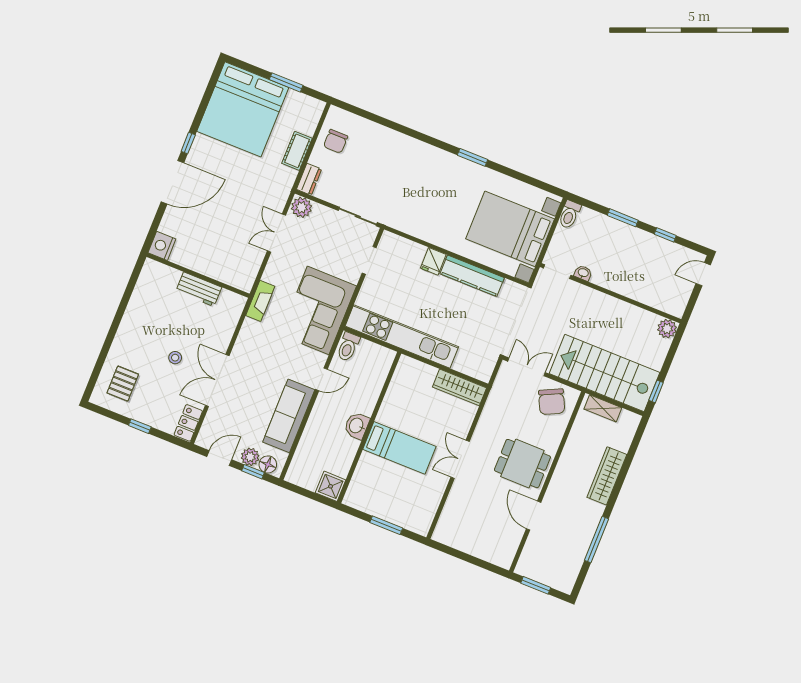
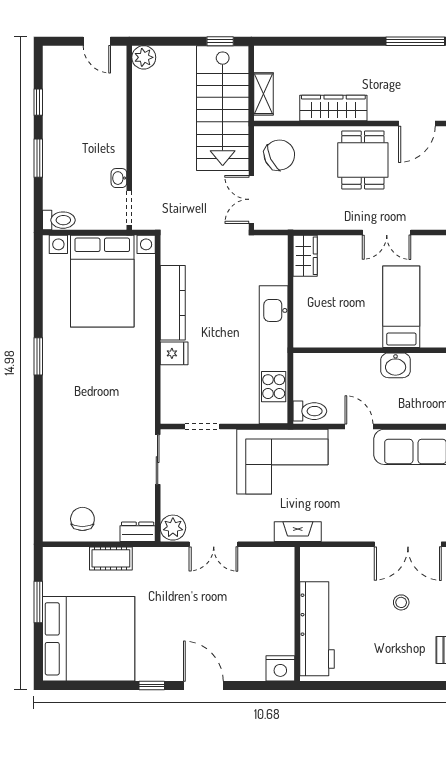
chair: (336, 141) -> (82, 519), turned -90
door: (172, 182) -> (203, 685), width x0.73
door: (703, 274) -> (97, 41), moved
workbench: (199, 289) -> (317, 629), width x1.88, depth x1.32
wardrobe: (460, 387) -> (305, 256), width x0.67
wardrobe: (607, 476) -> (333, 108), moved, turned 180

